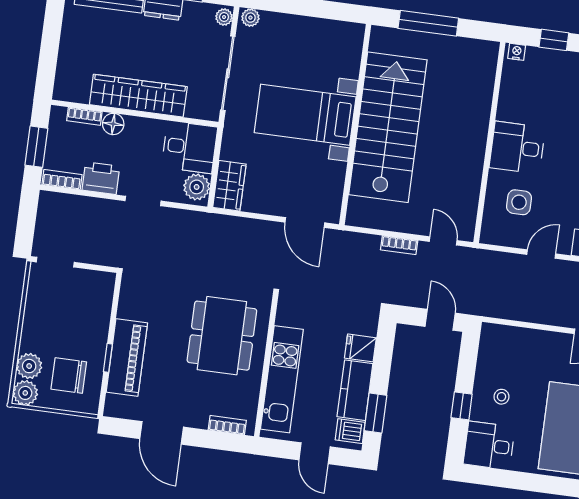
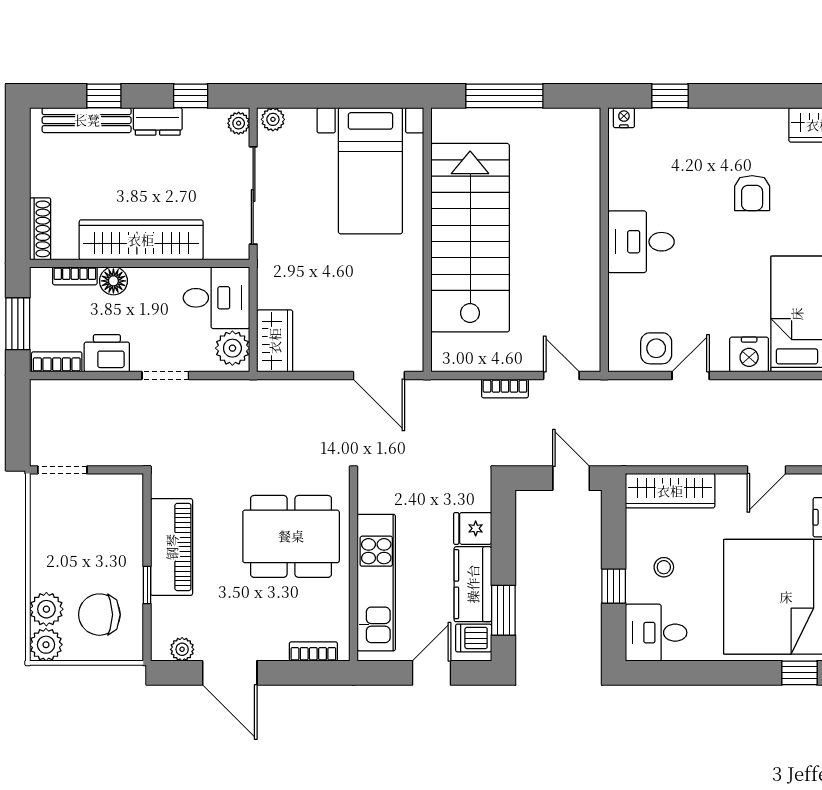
shoe rack: (63, 77) -> (40, 229), added
bed with nightstands: (305, 115) -> (370, 171), moved, turned -90
side table: (519, 202) -> (656, 348), moved
dining table: (222, 336) -> (291, 536), turned 90
wardrobe: (514, 339) -> (670, 491), added
piano: (127, 357) -> (172, 547), moved
plant: (128, 410) -> (182, 649), added
door: (315, 453) -> (431, 673), swing flipped

